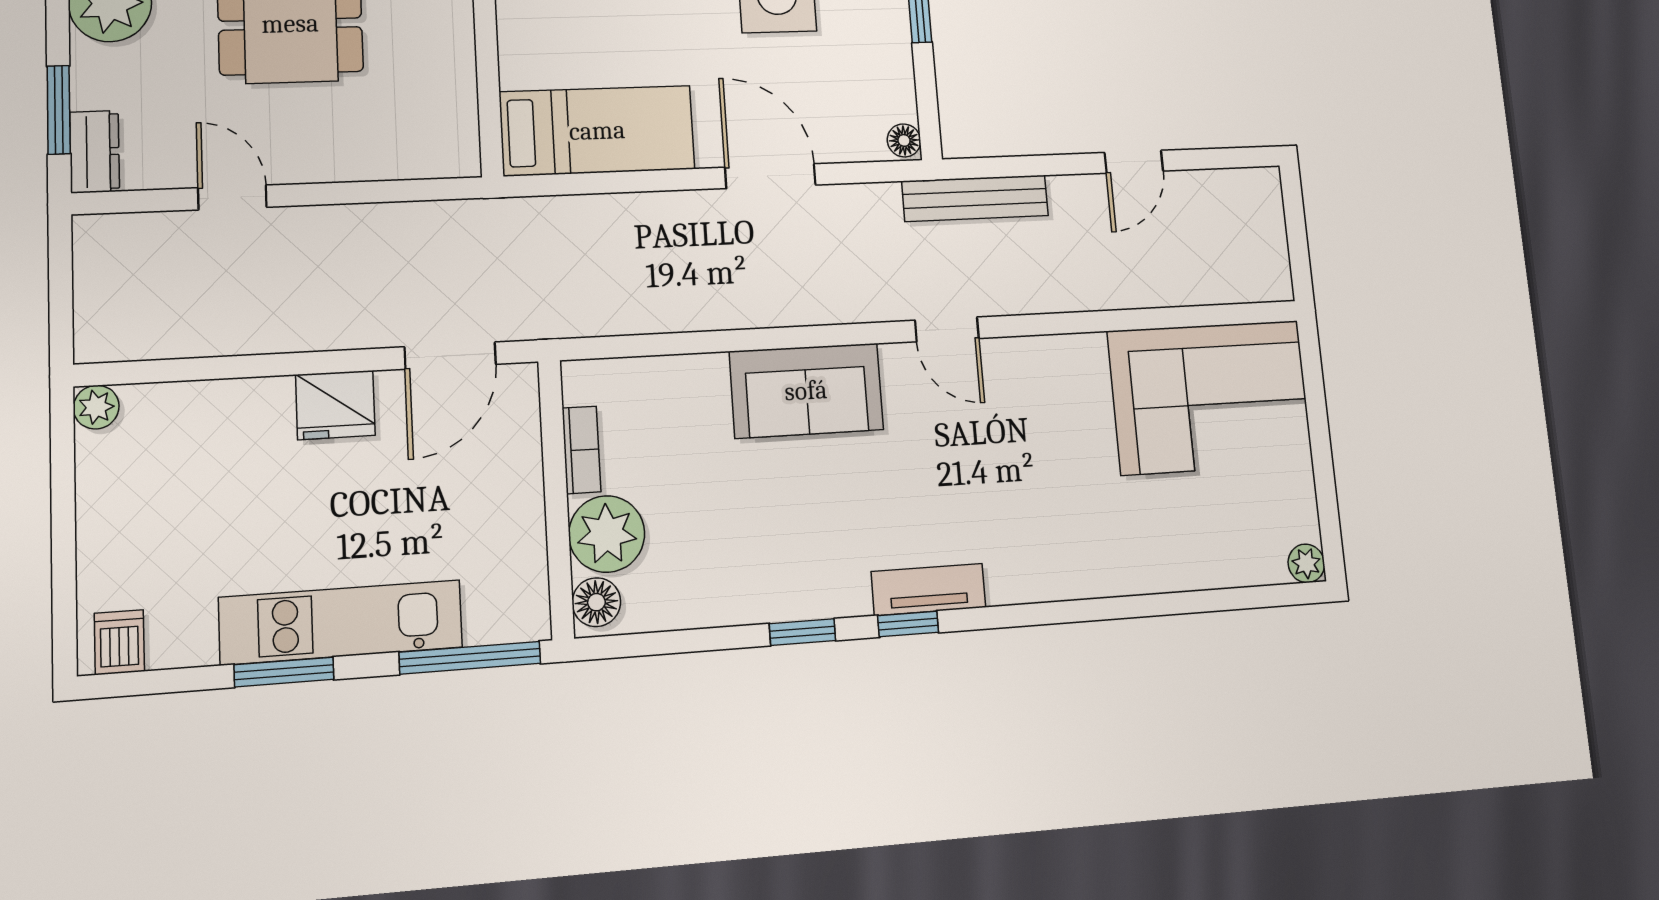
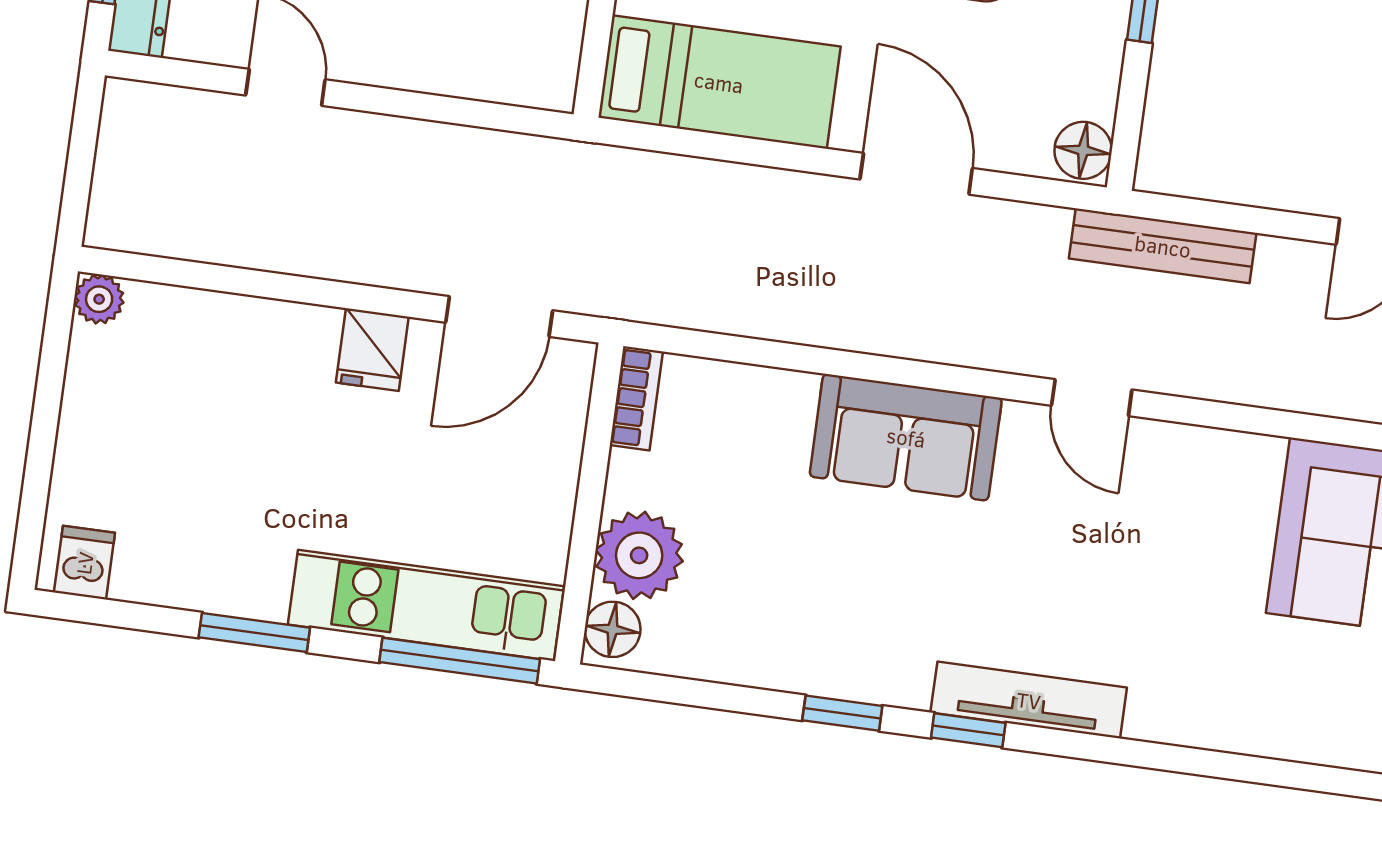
floor lamp: (904, 140) -> (1083, 150), width x1.37, depth x1.37
fridge: (335, 405) -> (372, 350), width x0.72
bookcase: (581, 450) -> (636, 398), moved
tv unit: (928, 589) -> (1029, 700), width x1.41
kitchen unit: (341, 622) -> (426, 605), moved

